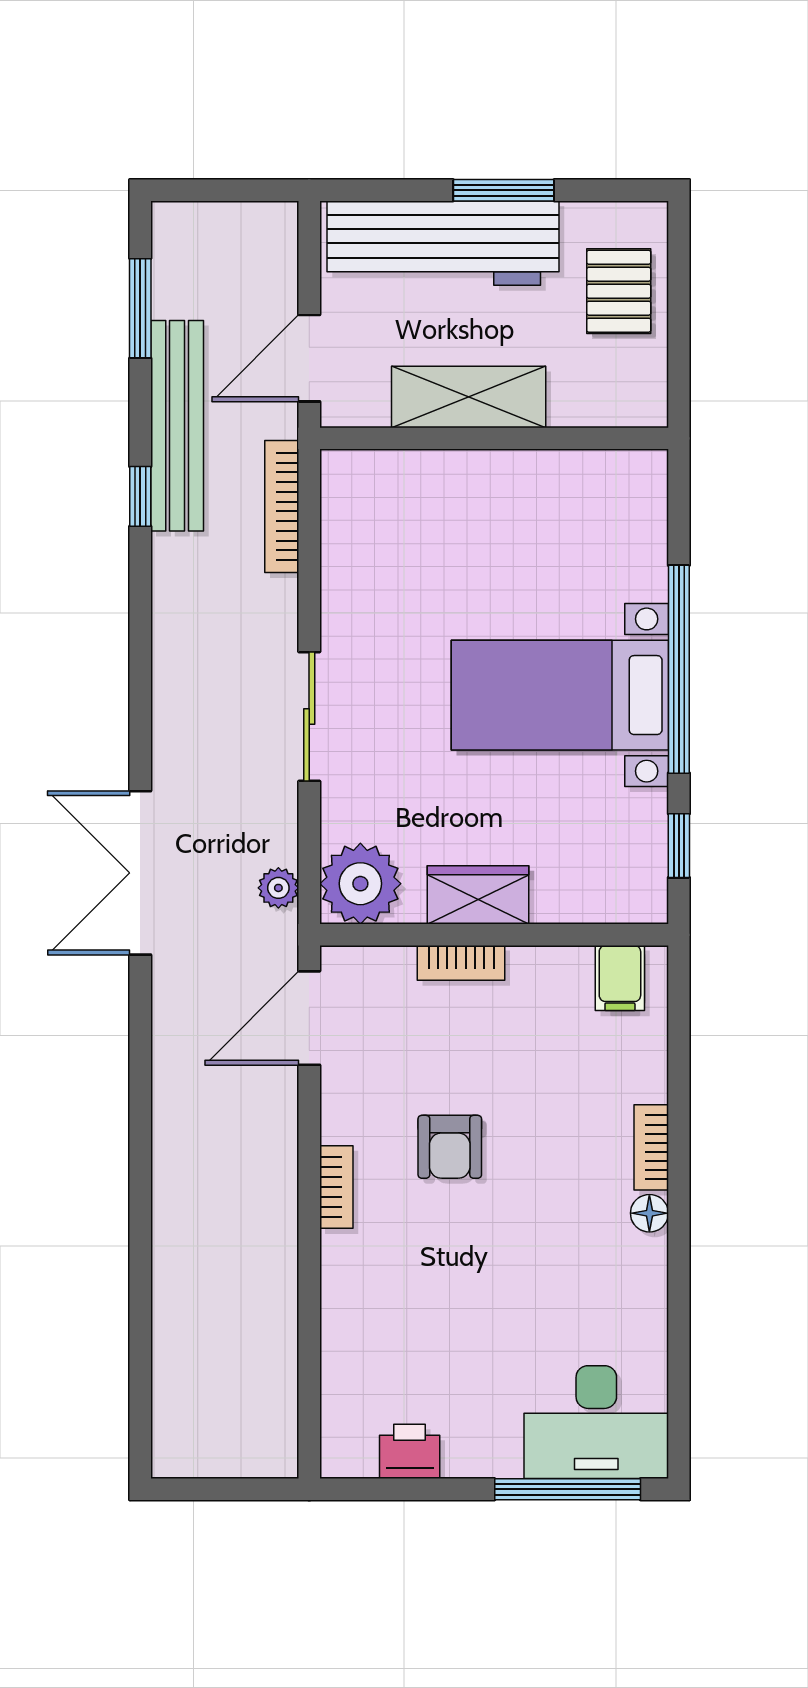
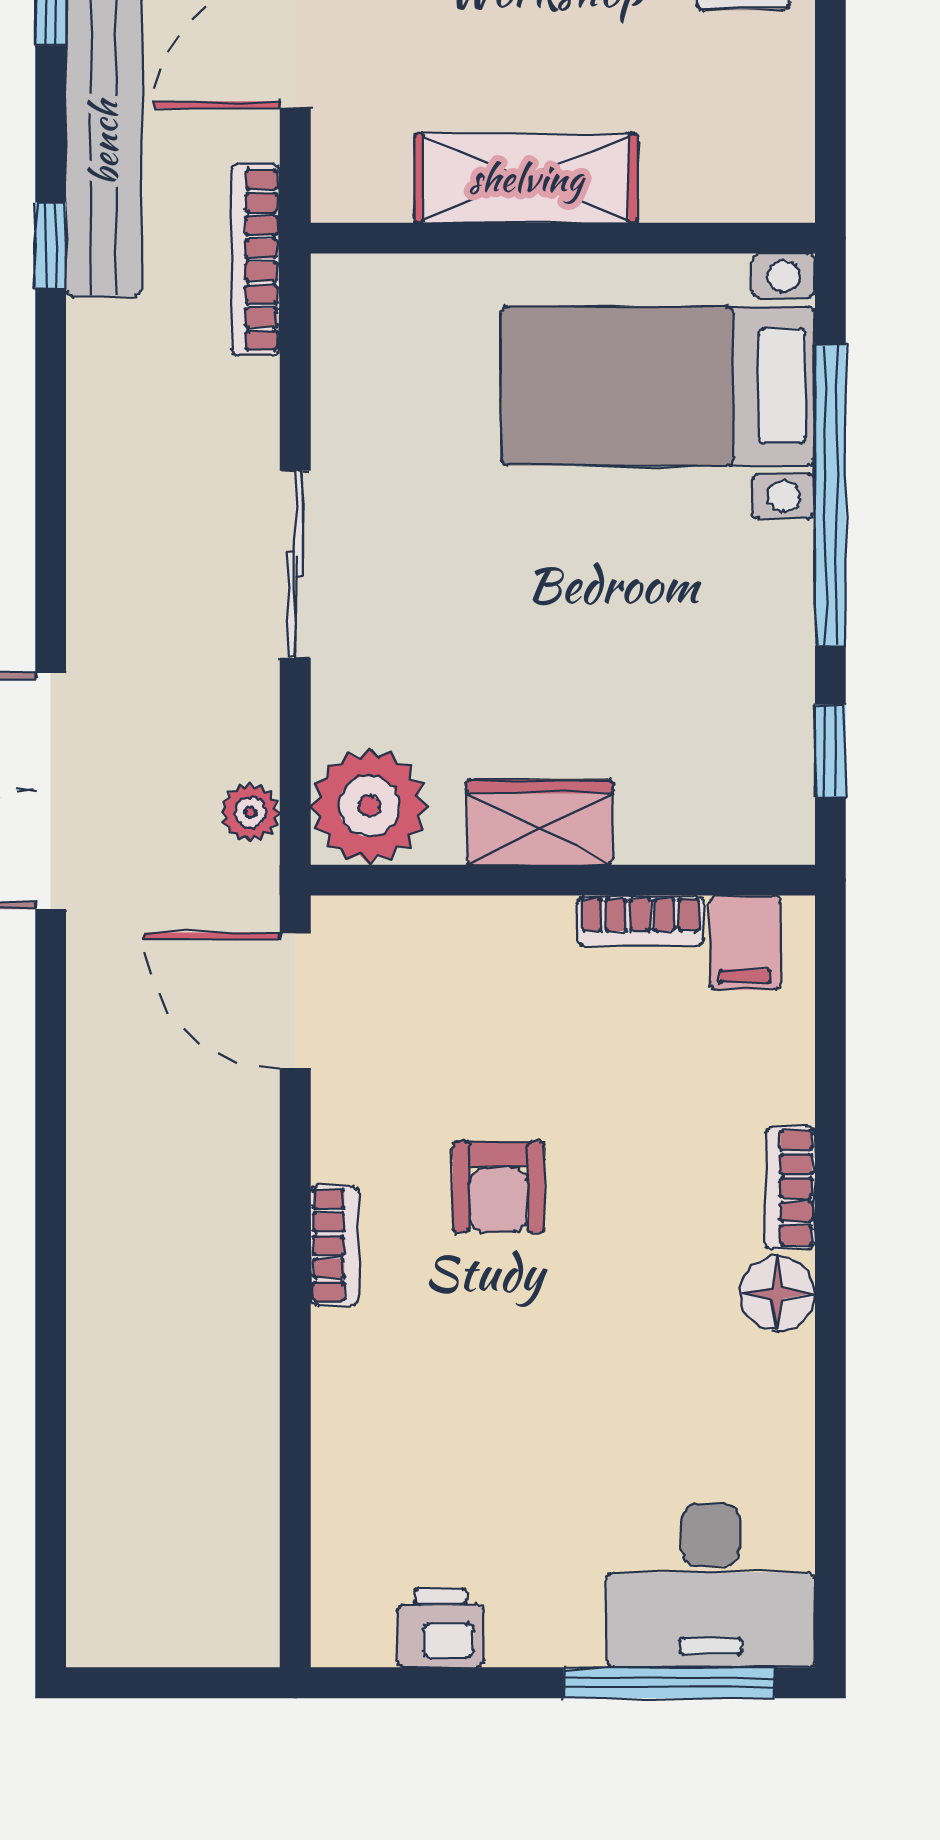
shelving: (469, 397) -> (526, 178), moved
wall: (494, 438) -> (563, 238), moved
bed with nightstands: (560, 695) -> (658, 386), moved
bookcase: (461, 963) -> (640, 921), moved
door: (309, 1018) -> (295, 1001), hinge flipped
floor lamp: (649, 1213) -> (778, 1293), width x1.37, depth x1.37

